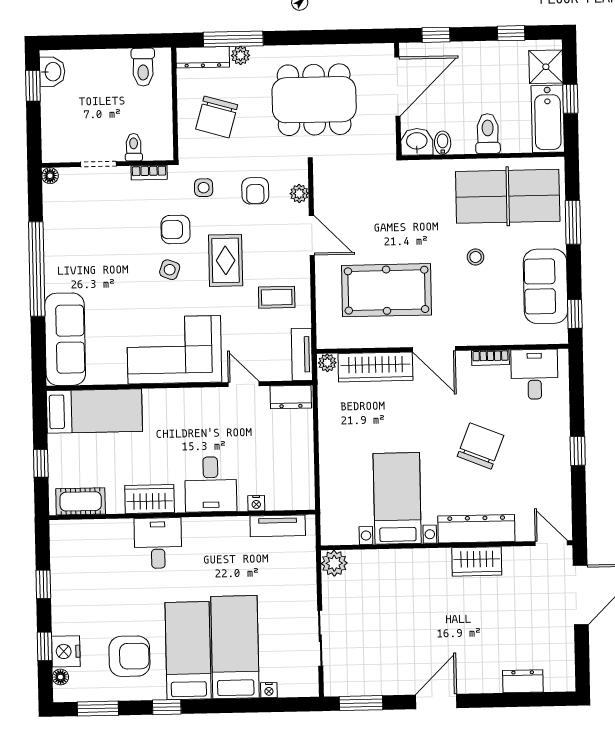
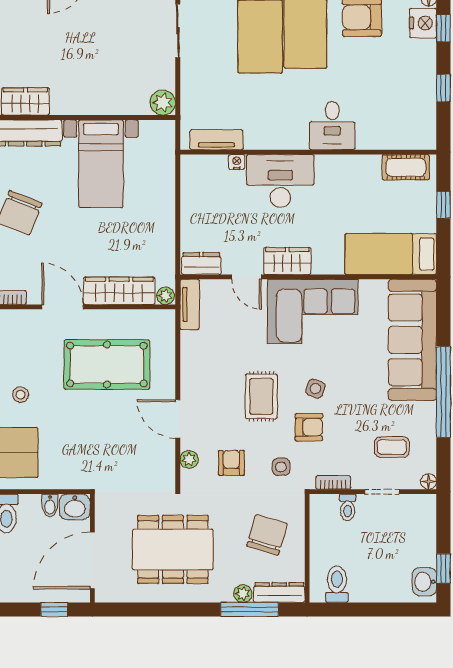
coffee table: (277, 297) -> (392, 447), moved
sofa: (65, 339) -> (412, 340), width x1.36, depth x1.27
desk: (211, 484) -> (280, 181), width x1.37
wardrobe: (150, 499) -> (287, 261), moved, turned 180

